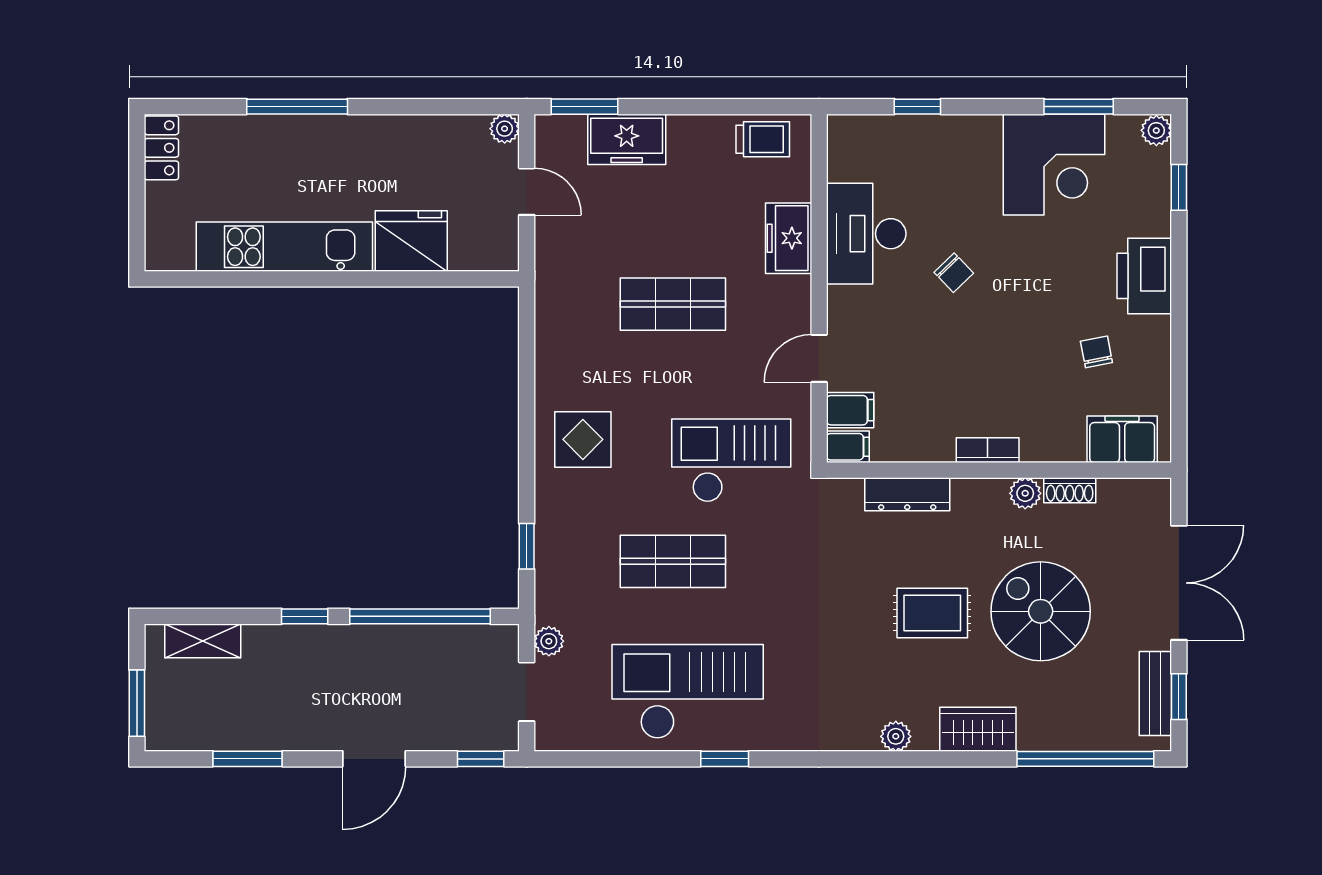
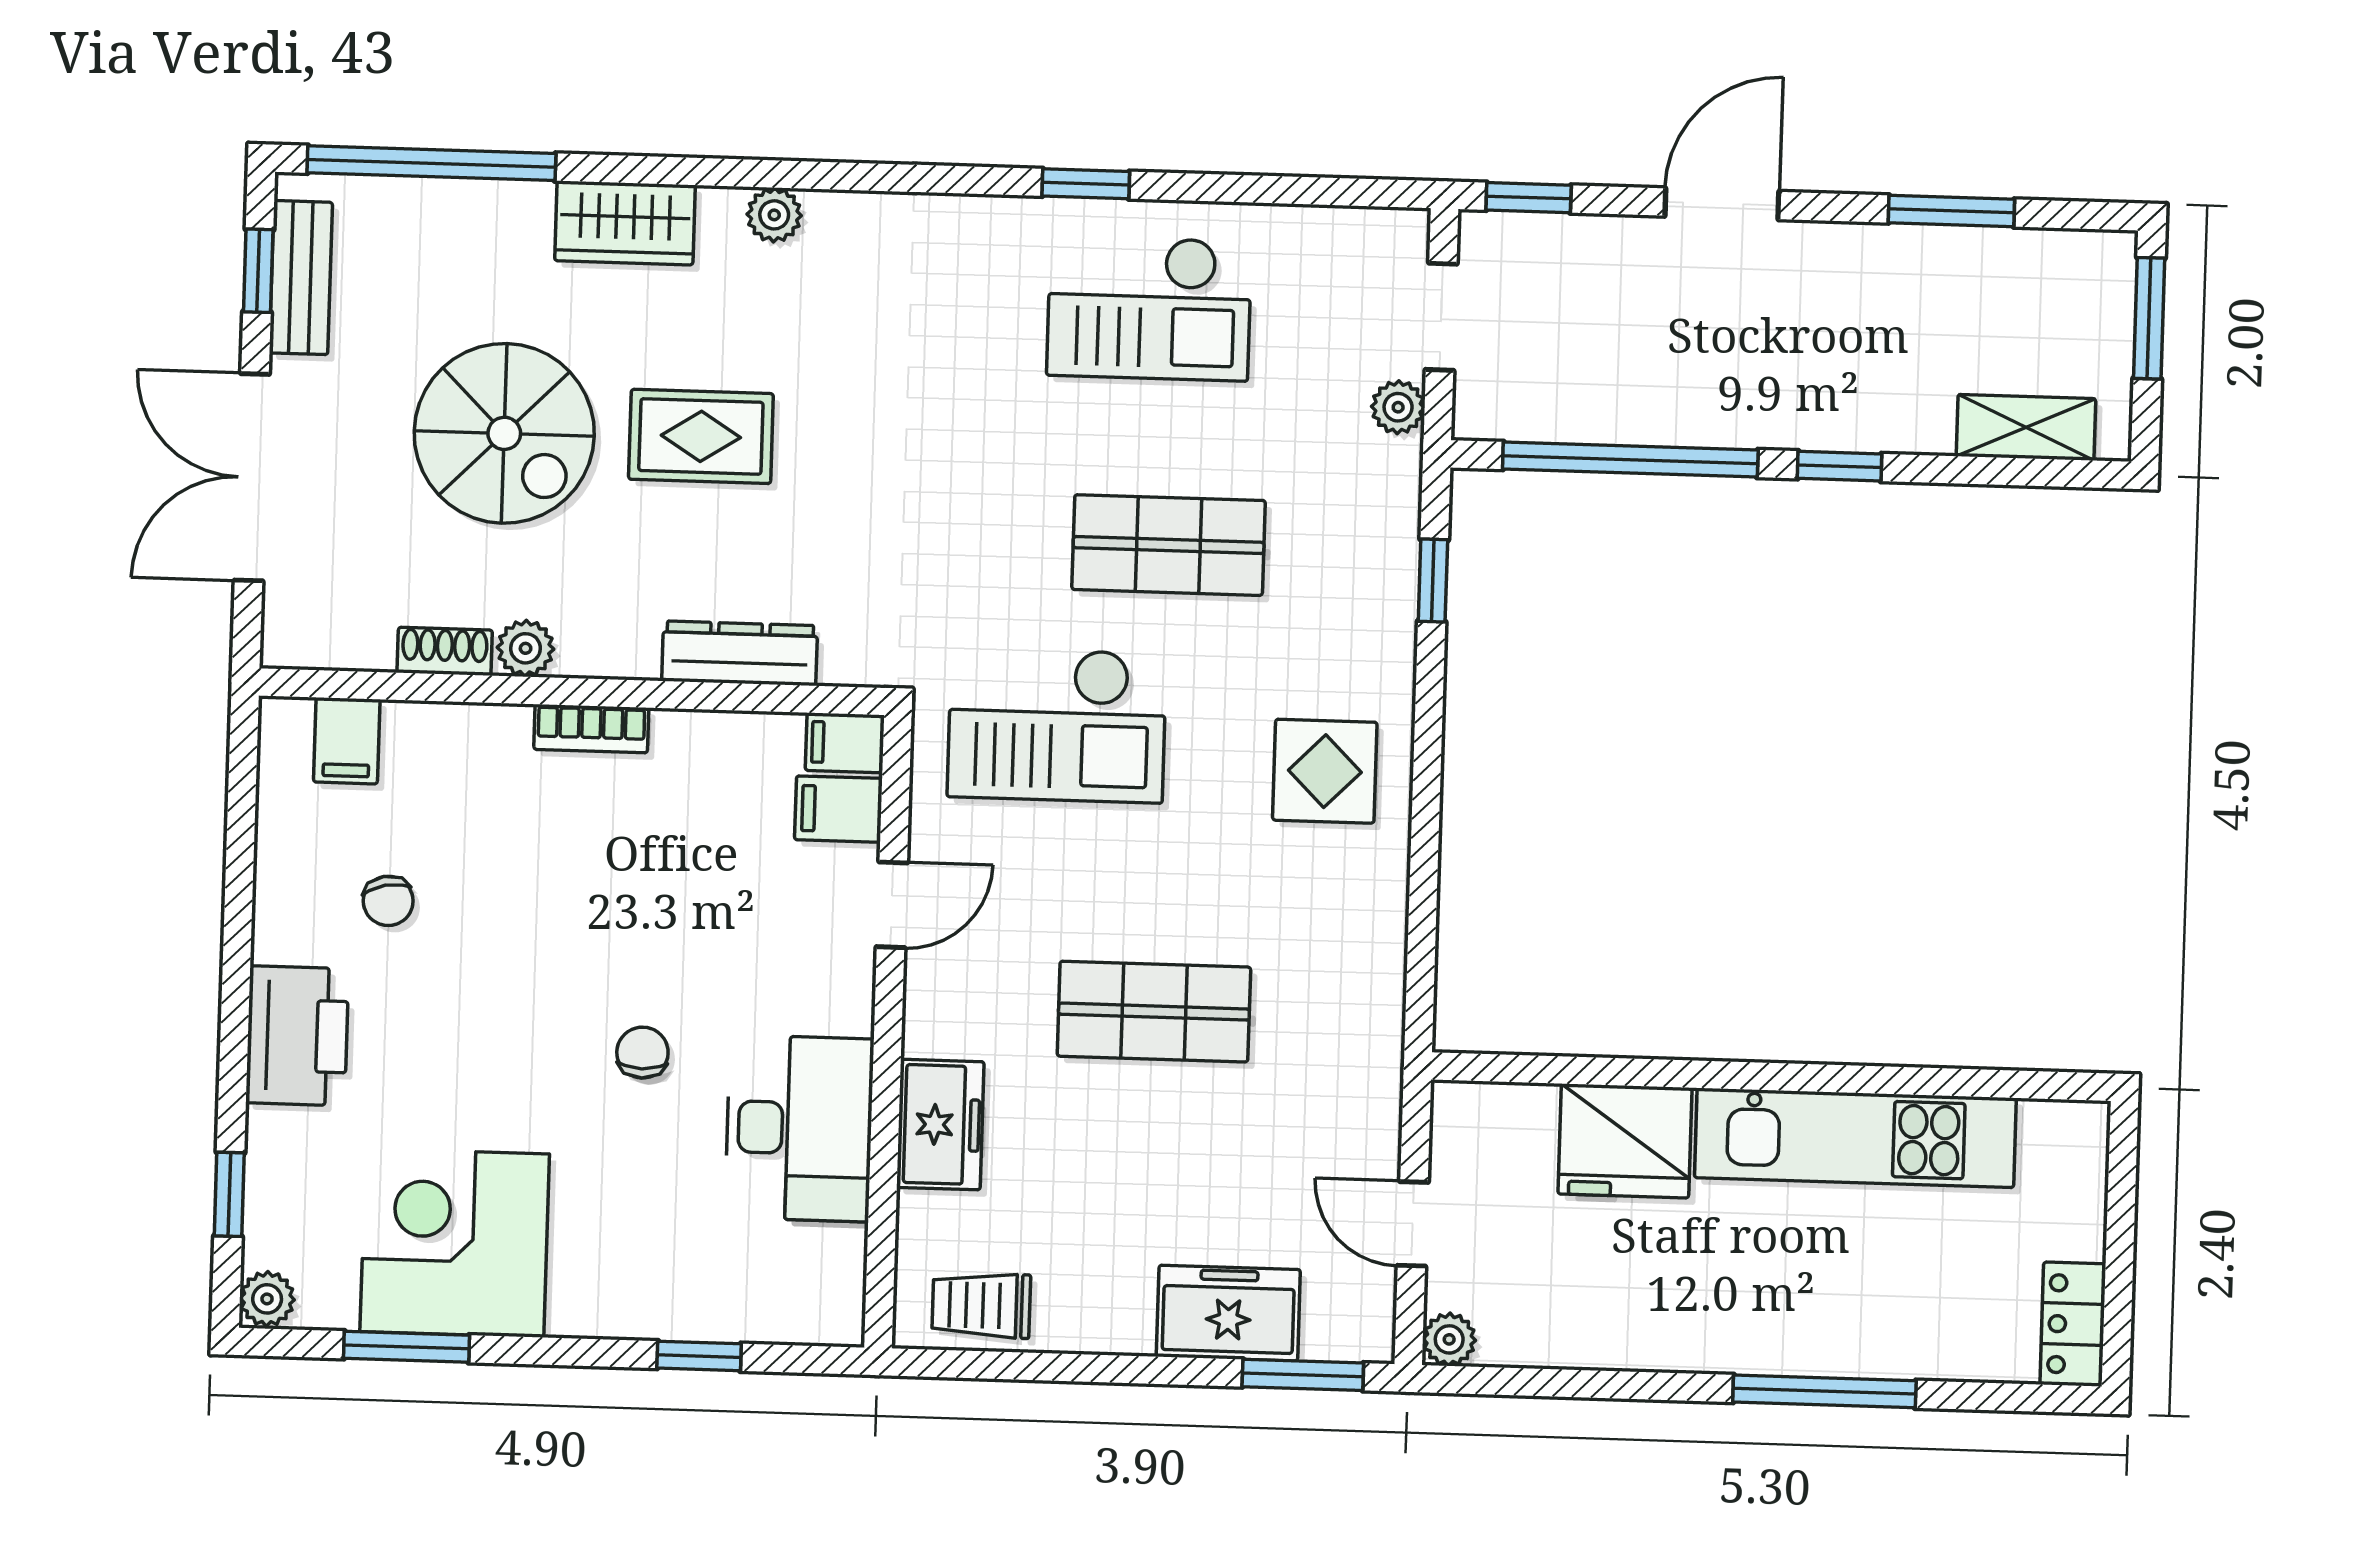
chair: (954, 273) -> (642, 1053), turned 44
filing cabinet: (1122, 439) -> (347, 741), width x0.50
checkout: (688, 692) -> (1149, 308), width x0.73, depth x0.83

